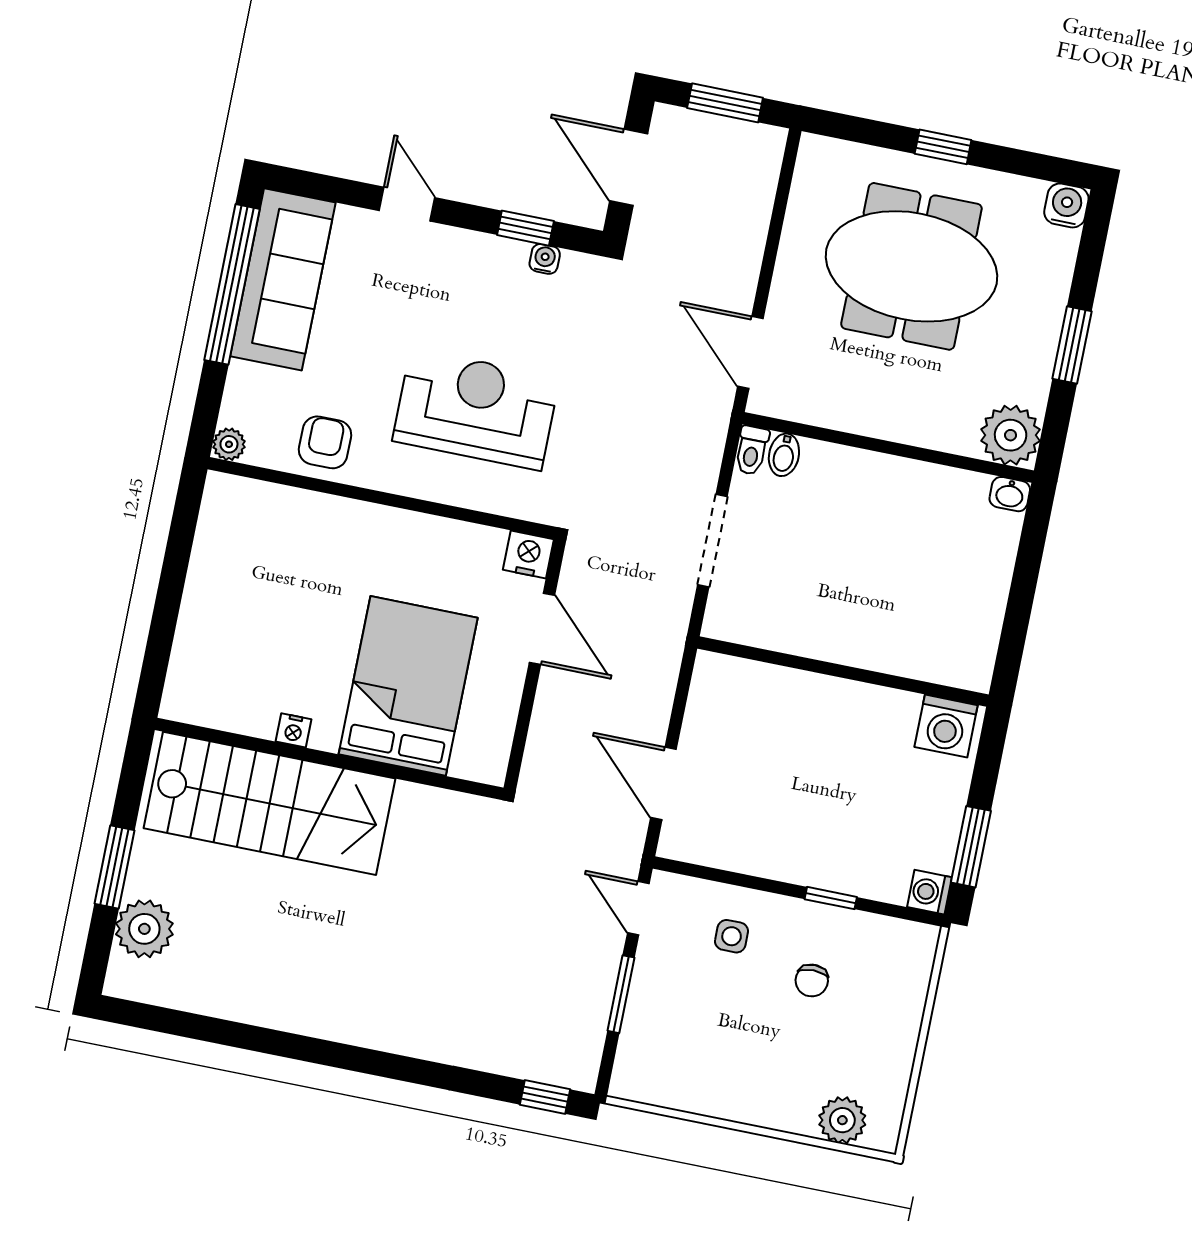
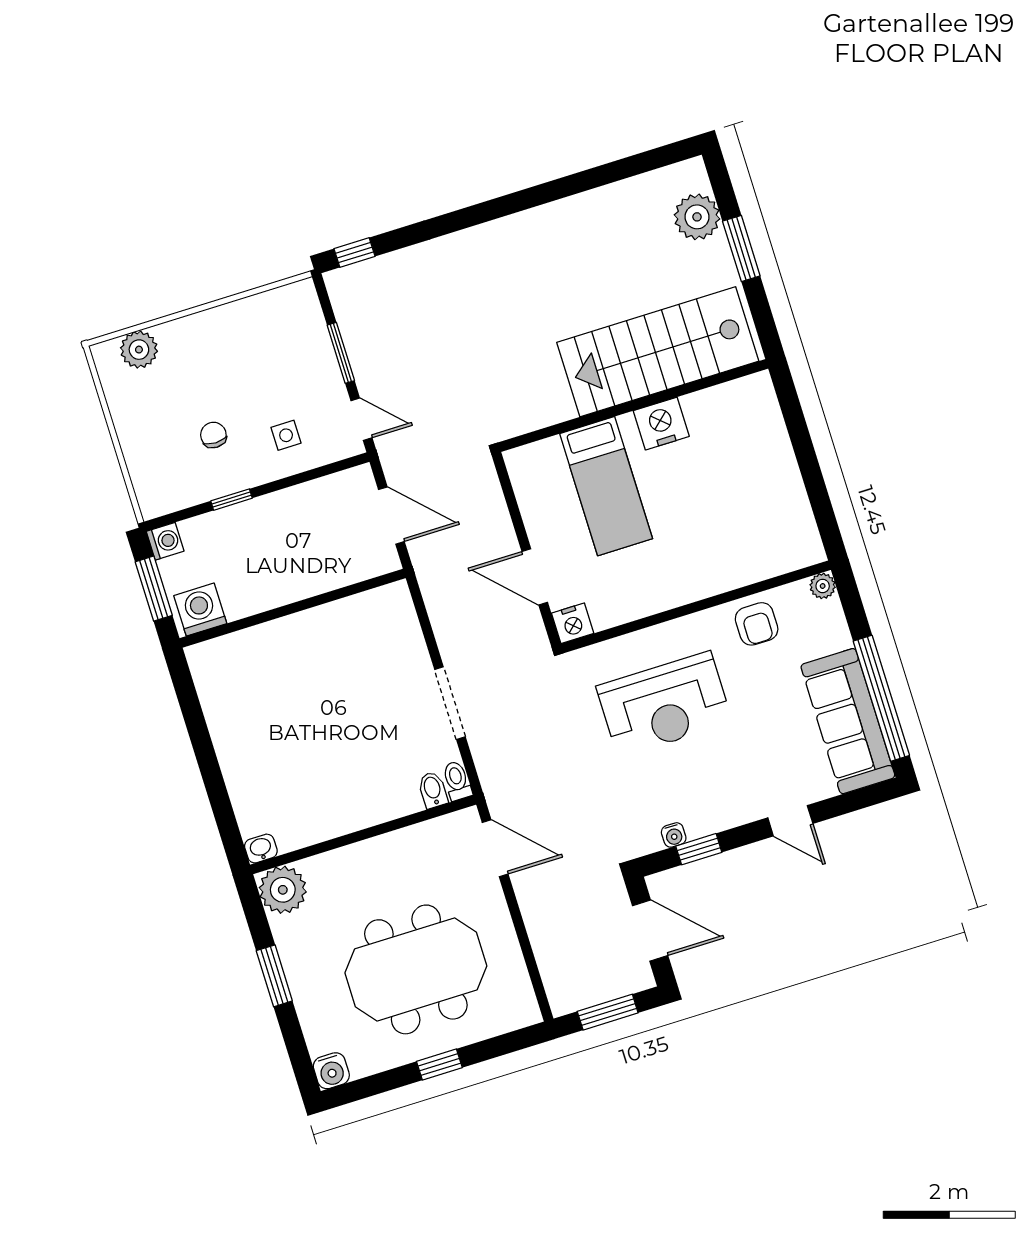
wall: (843, 672) -> (293, 608), moved
bed: (408, 686) -> (606, 486), width x0.67
washing machine: (946, 726) -> (200, 610), moved
nightstand: (294, 730) -> (661, 424), width x1.89, depth x1.79

